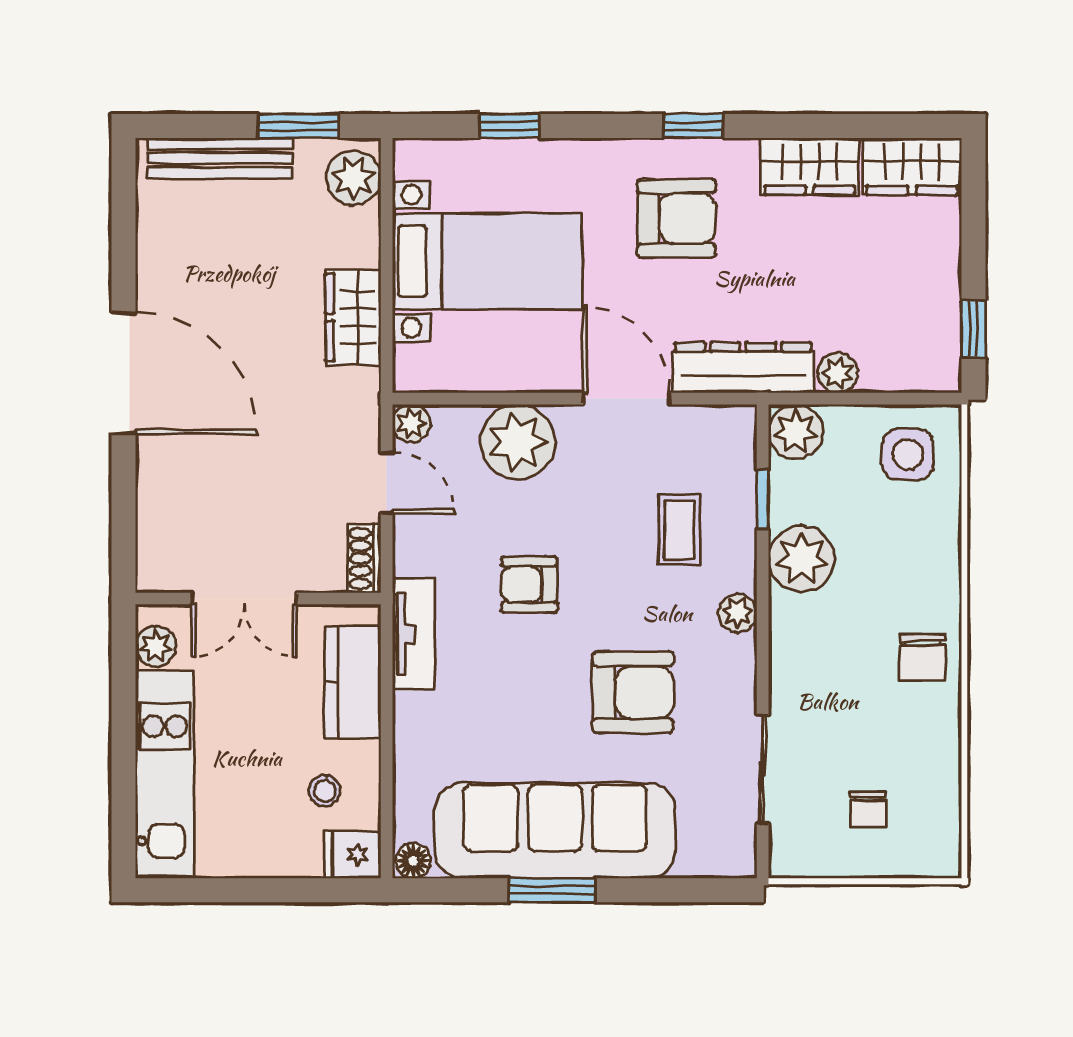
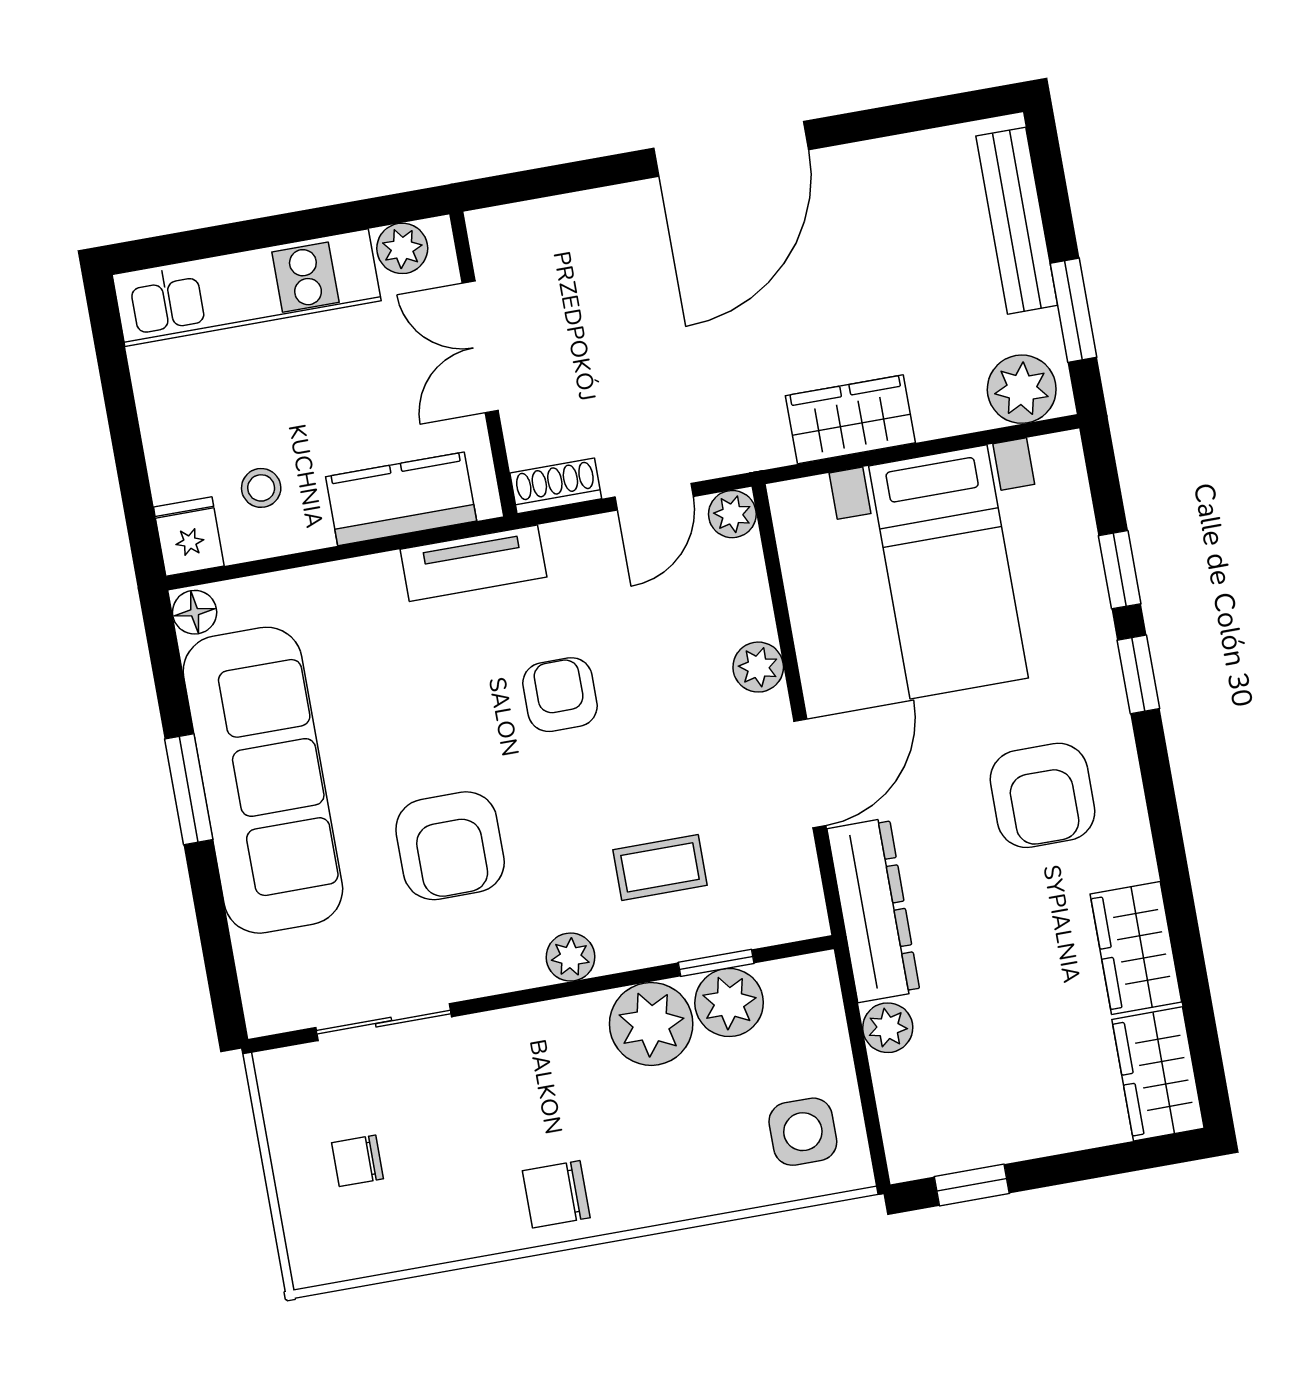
window: (693, 126) -> (1138, 674), moved
plant: (796, 432) -> (729, 1003), moved
plant: (518, 442) -> (758, 667), width x0.53, depth x0.53

